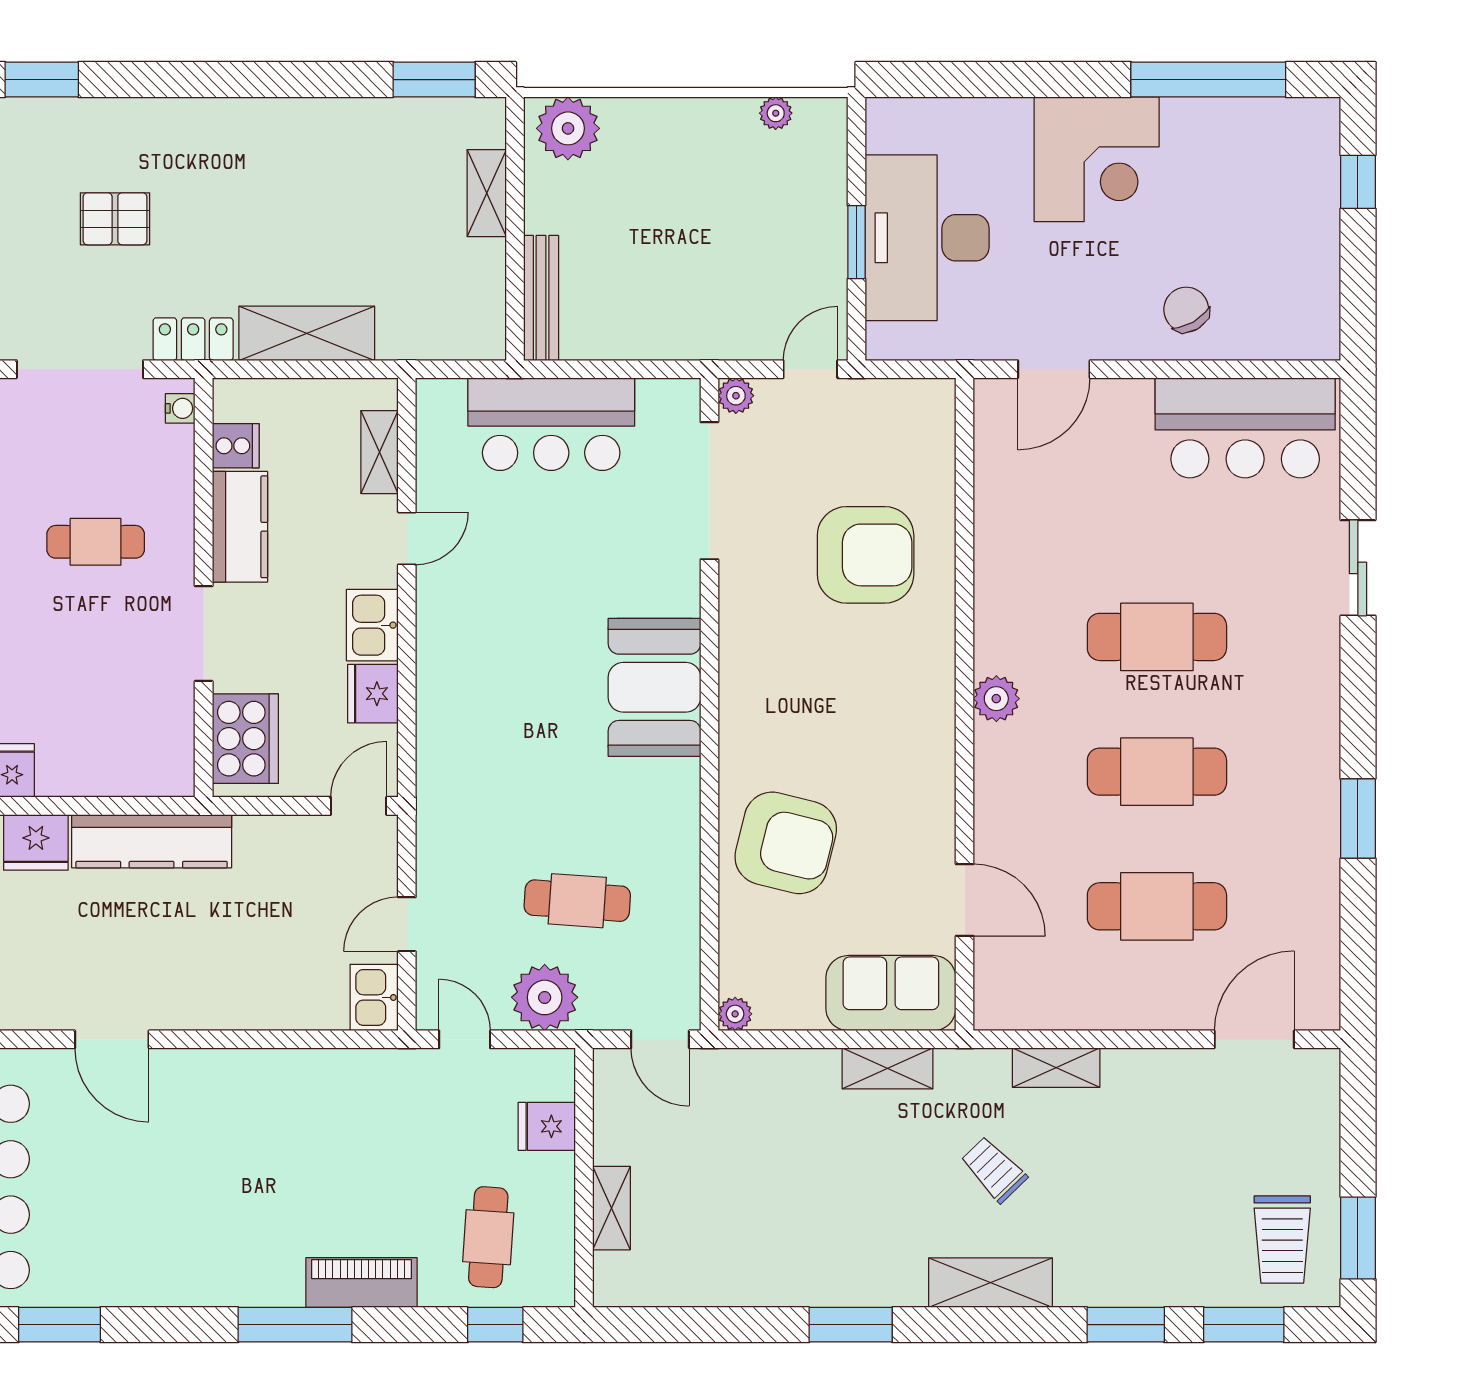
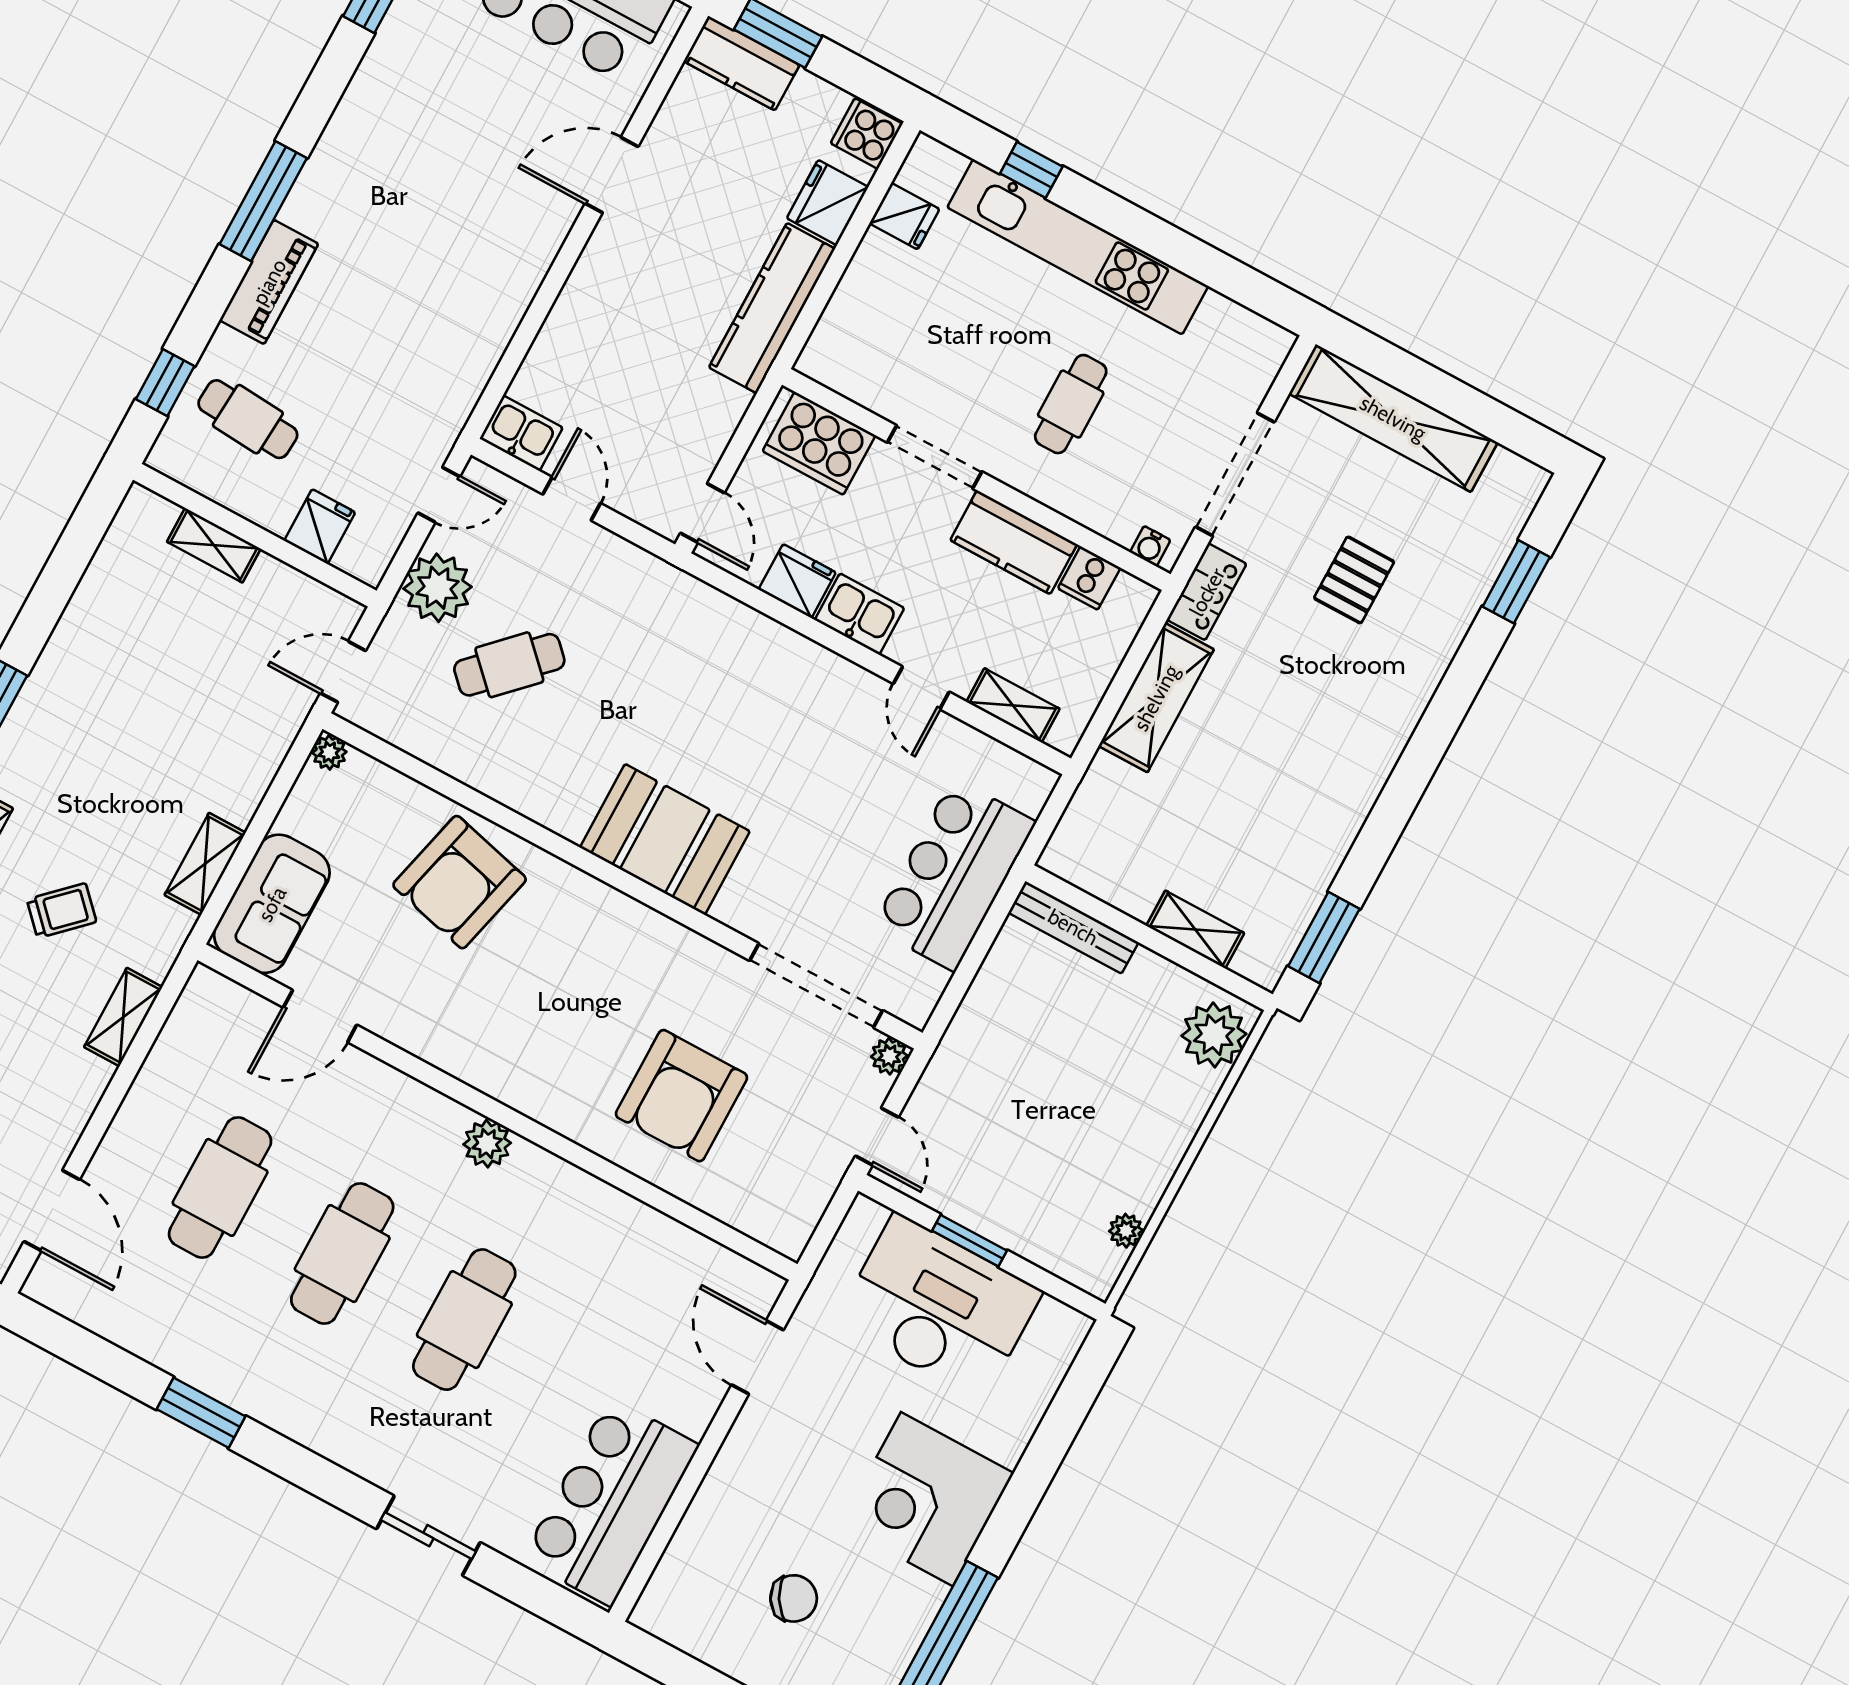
chair: (1186, 310) -> (794, 1598), moved
cafe table: (577, 901) -> (509, 665), turned 41

